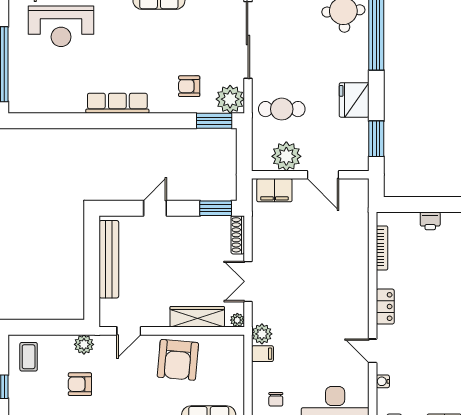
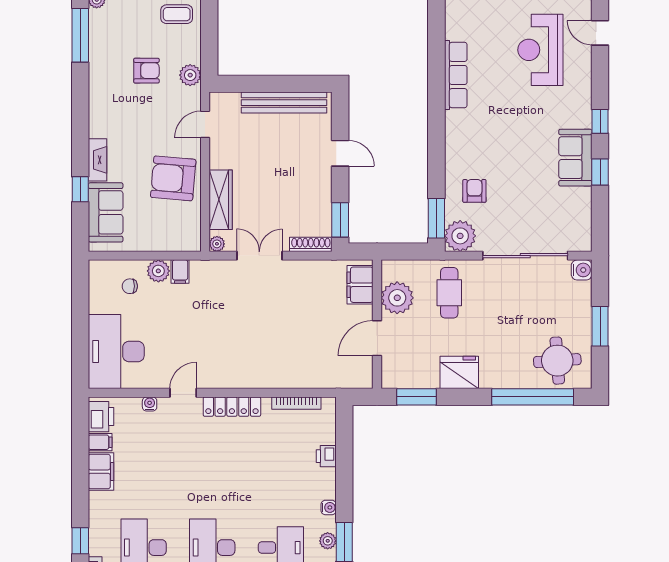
row of seats: (117, 103) -> (456, 75), moved
locker: (385, 307) -> (232, 407), width x1.53
door: (129, 331) -> (205, 124), hinge flipped
plant: (262, 334) -> (158, 271), moved
armchair: (80, 384) -> (146, 71), turned 90

